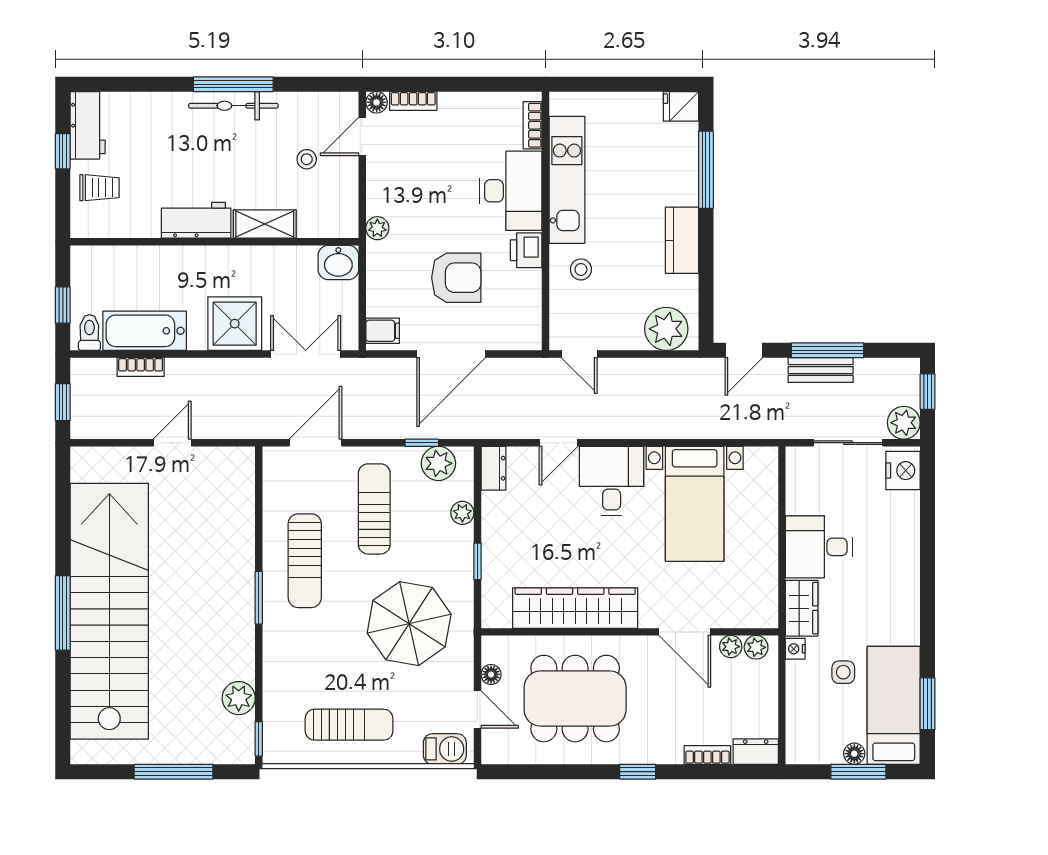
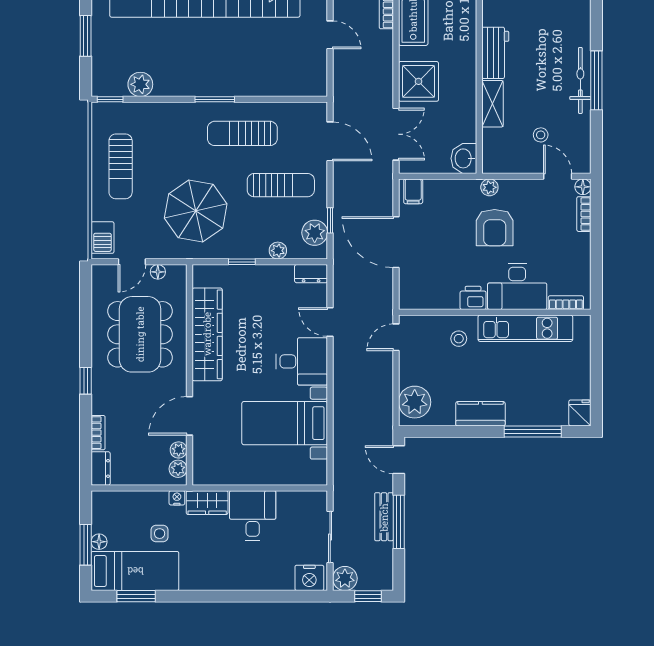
armchair: (456, 278) -> (495, 228), moved
window: (174, 772) -> (86, 36), width x0.69

